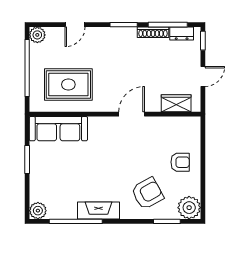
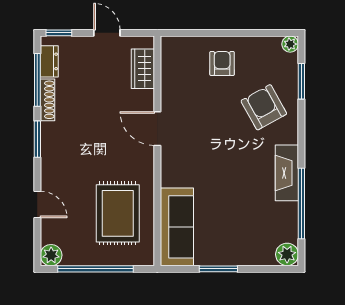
plant: (189, 208) -> (290, 44), width x0.53, depth x0.53

